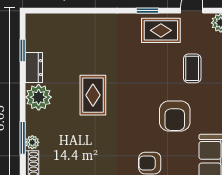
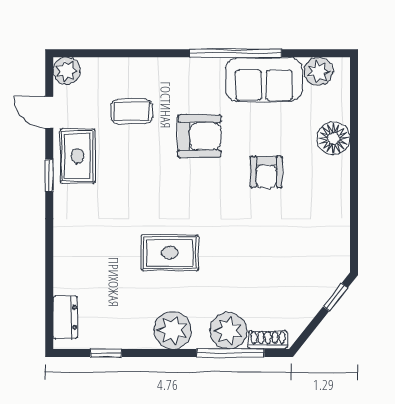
dresser: (34, 68) -> (65, 317), moved, turned 90
window: (23, 138) -> (231, 353), width x1.44
plant: (32, 142) -> (228, 331), width x1.88, depth x1.88

